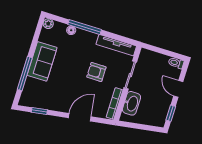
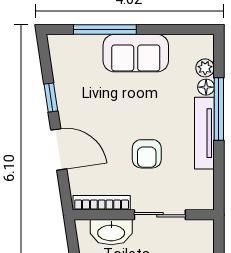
plant: (48, 24) -> (205, 68), moved
tv unit: (116, 45) -> (204, 133), moved
armchair: (96, 72) -> (147, 154), turned 180
window: (39, 111) -> (51, 98), moved

